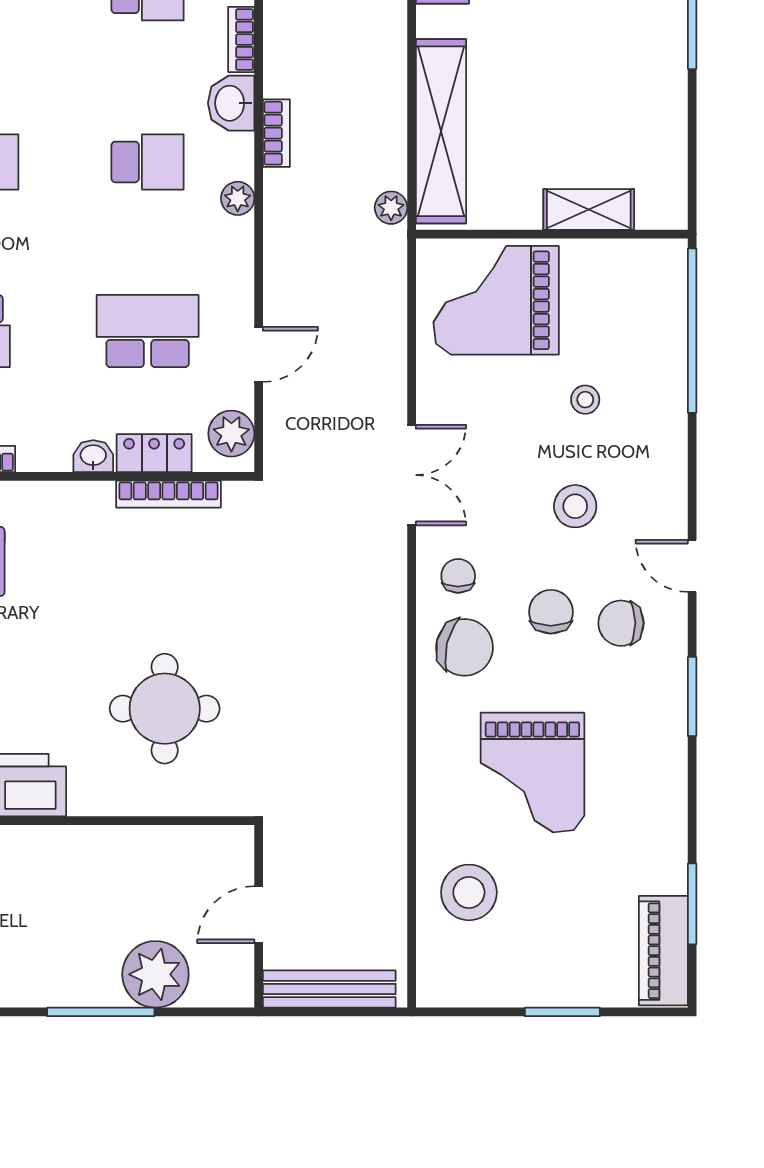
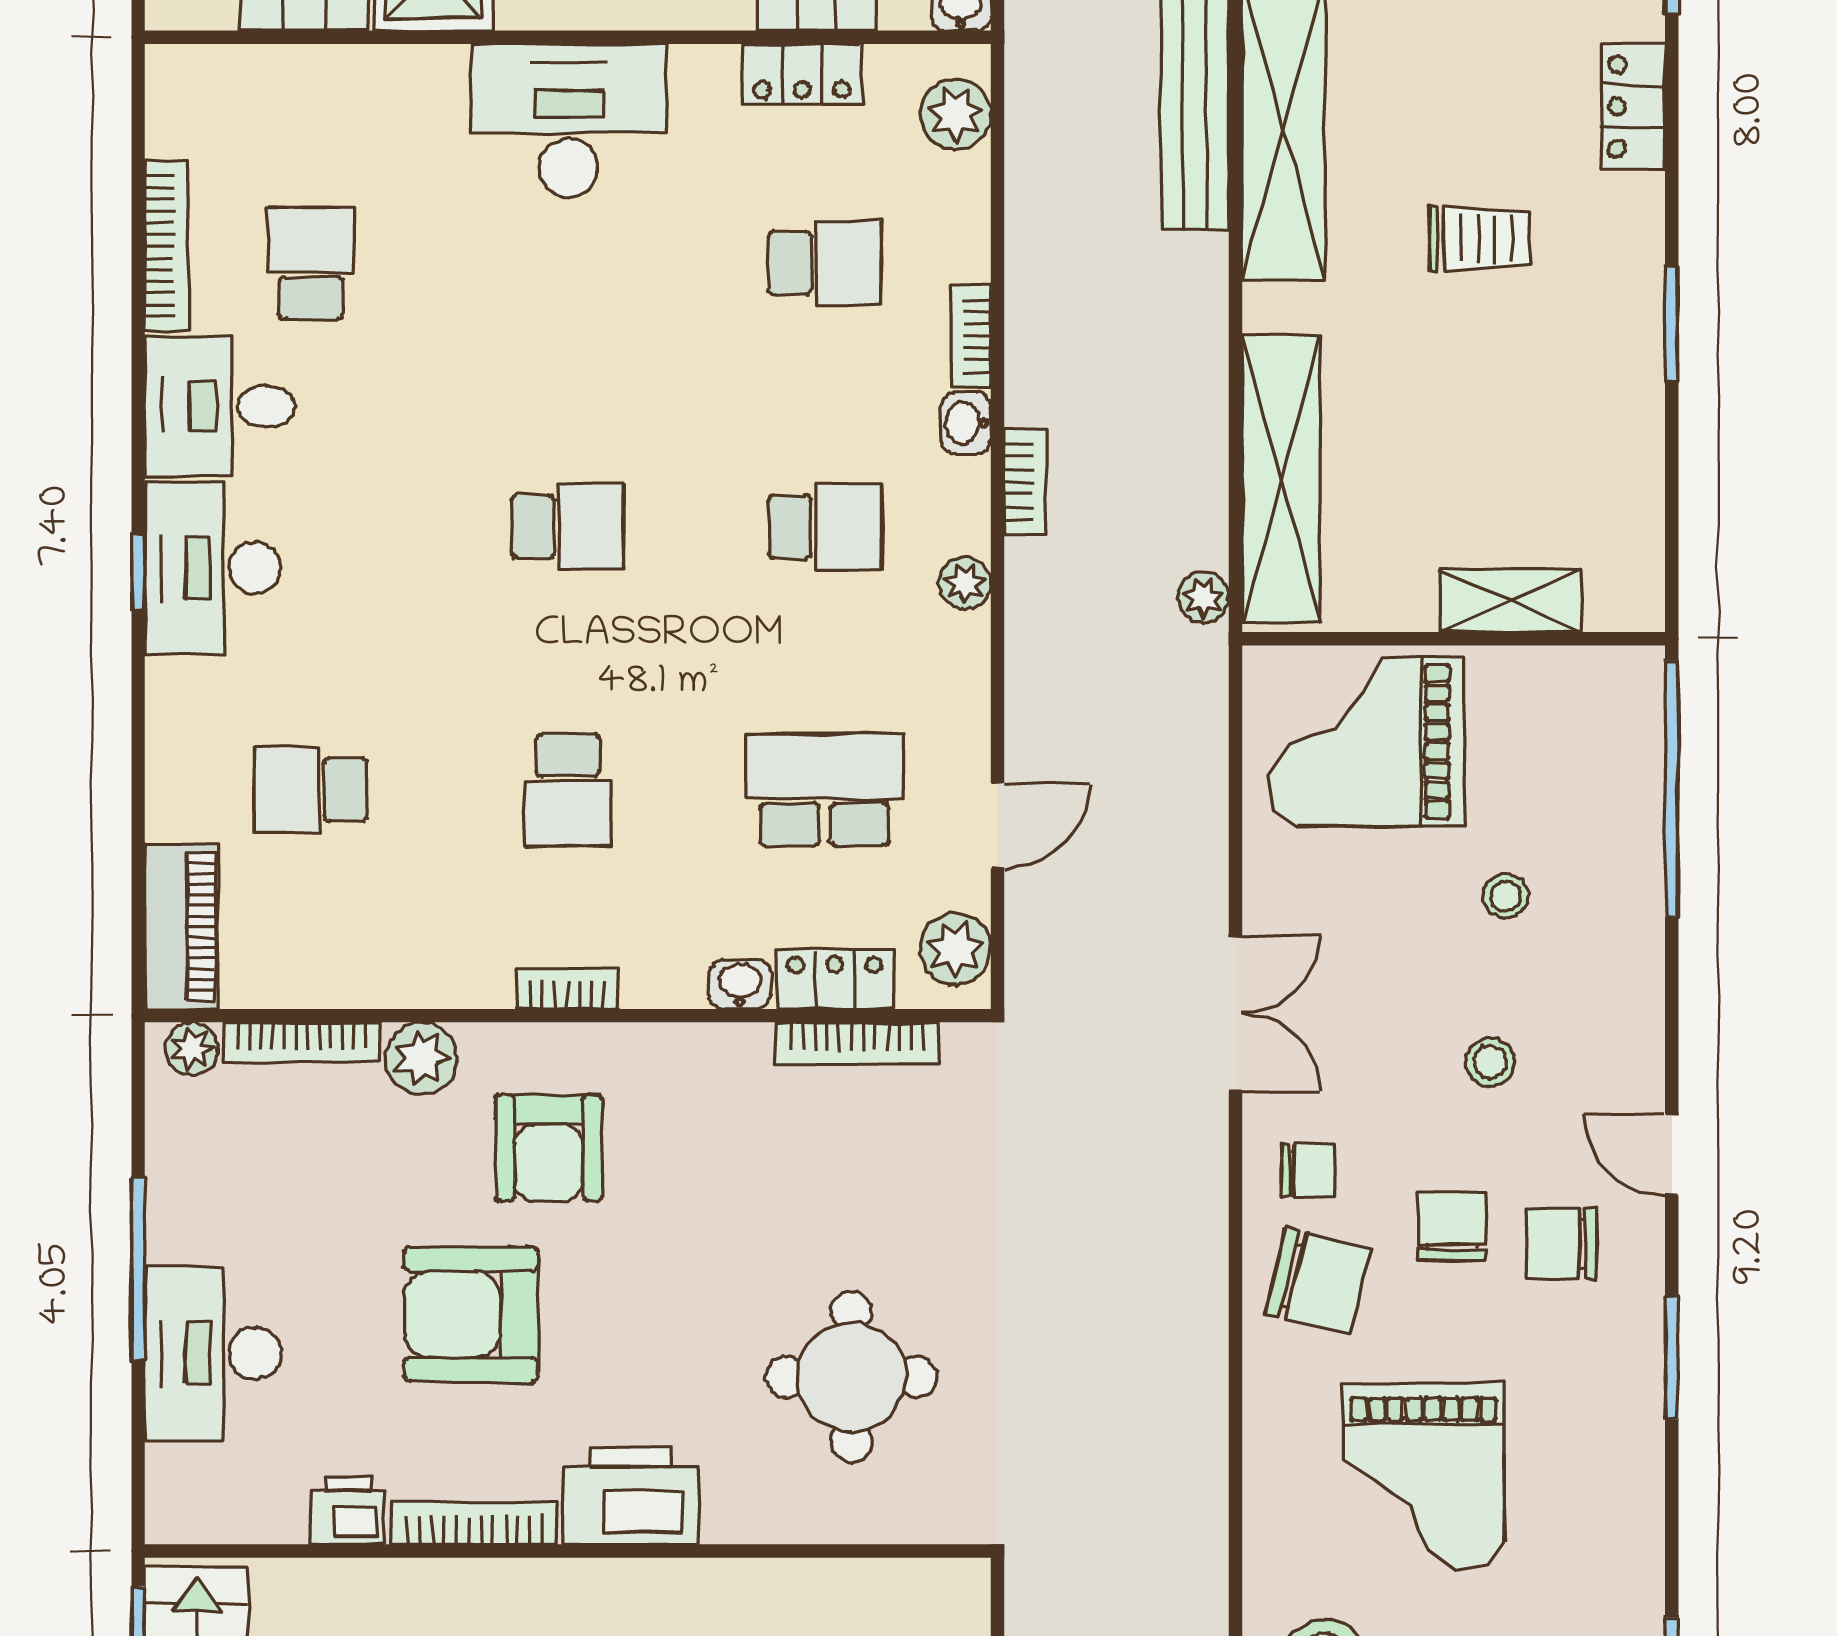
washbasin: (231, 103) -> (966, 423), width x0.72, depth x0.69
stool: (575, 506) -> (1490, 1062), width x0.73, depth x0.73
chair: (458, 576) -> (1308, 1170), turned 90

